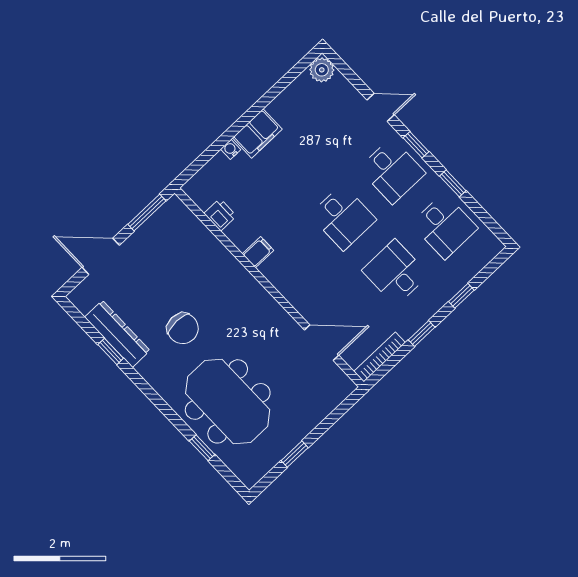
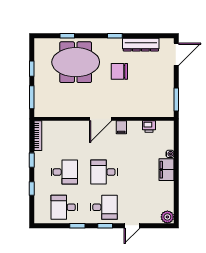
desk: (392, 171) -> (104, 207), turned 180
door: (101, 256) -> (176, 54), moved
door: (322, 343) -> (101, 119), moved
window: (111, 351) -> (115, 36), moved
window: (334, 416) -> (32, 97), added

